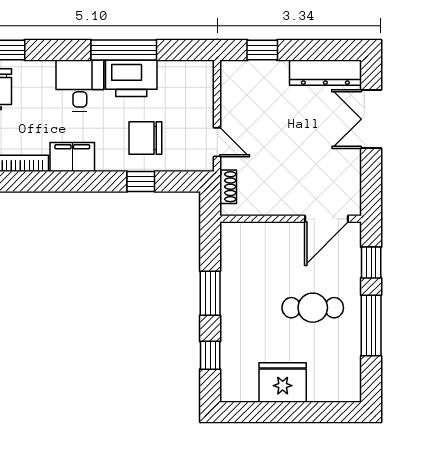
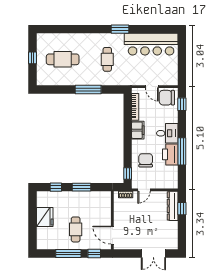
dresser: (325, 73) -> (173, 206), moved
double door: (371, 119) -> (153, 253), swing flipped
window: (141, 182) -> (128, 173), moved

